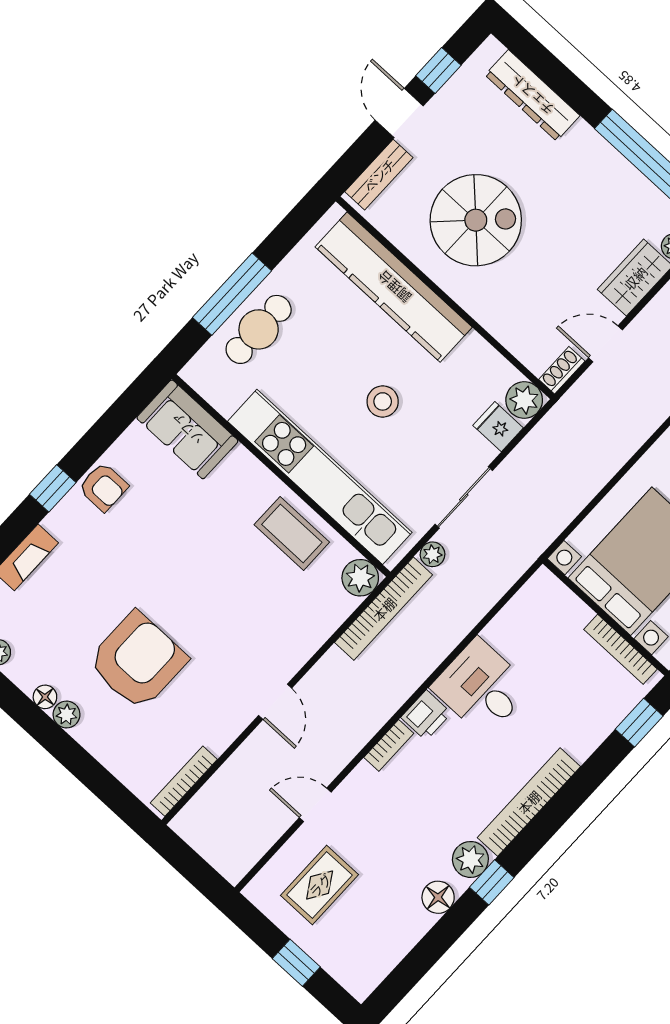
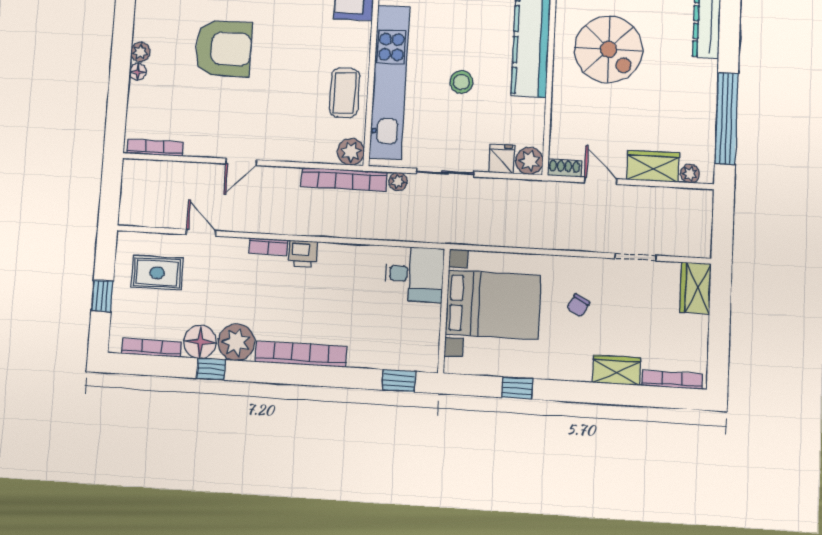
bookcase: (620, 649) -> (152, 348), moved, turned 90
armchair: (138, 661) -> (223, 48), moved
desk: (481, 687) -> (414, 274), moved, turned 90
floor lamp: (45, 697) -> (138, 72), moved
plant: (470, 859) -> (236, 342), width x1.36, depth x1.36
window: (492, 882) -> (211, 369), moved
floor lamp: (438, 897) -> (200, 342), width x1.38, depth x1.38

